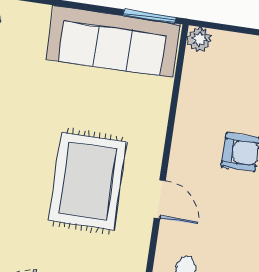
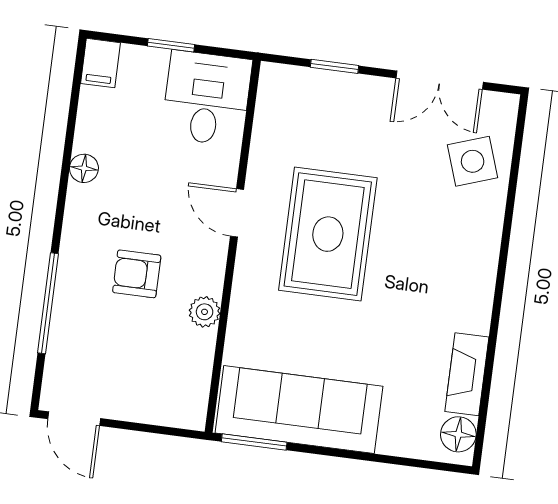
plant: (199, 39) -> (205, 312), moved

